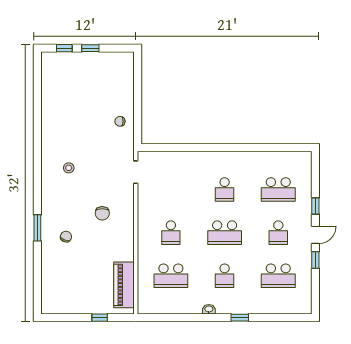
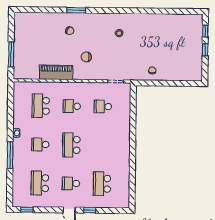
school desk: (225, 190) -> (103, 107), moved
window: (315, 260) -> (27, 210), moved
piano: (124, 285) -> (56, 72), moved
window: (100, 318) -> (11, 54), width x2.17
window: (240, 318) -> (10, 155), width x2.17

